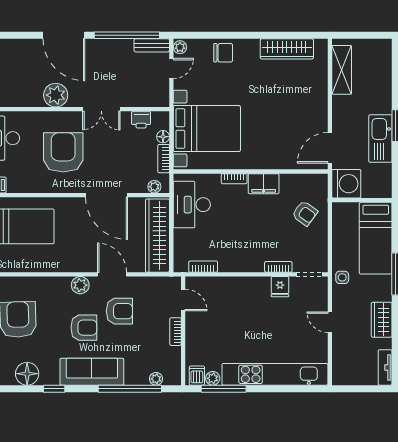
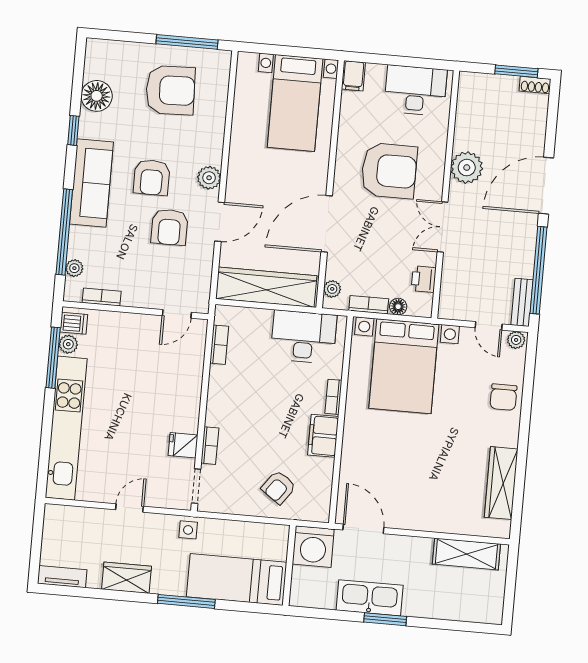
bookcase: (176, 332) -> (102, 297), moved

